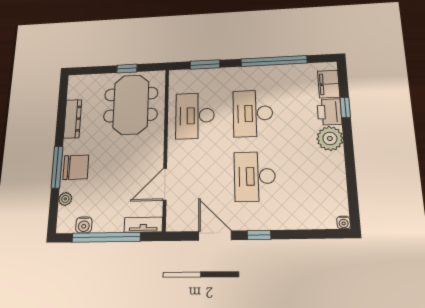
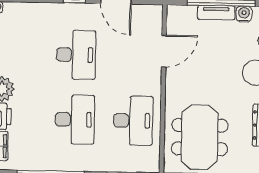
tv unit: (143, 225) -> (216, 13), moved

